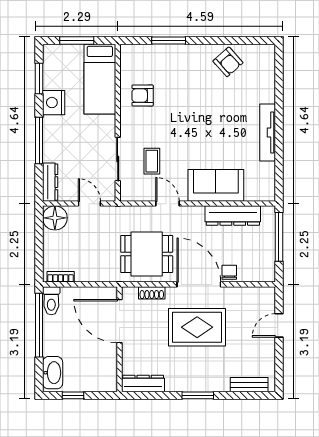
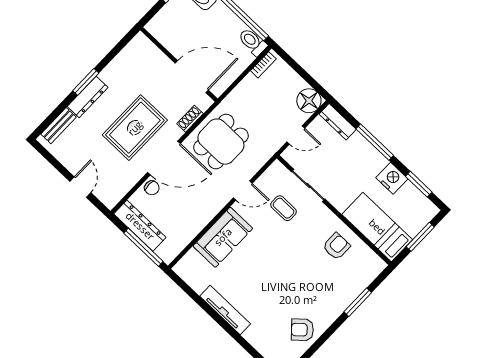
dresser: (233, 216) -> (140, 226), moved, turned 90
dresser: (143, 383) -> (88, 97), moved

